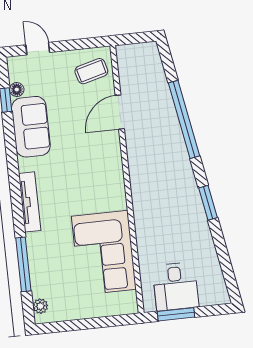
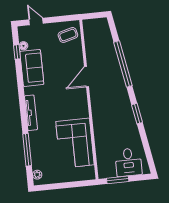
door: (120, 112) -> (87, 77), moved
desk: (176, 286) -> (128, 162), moved

